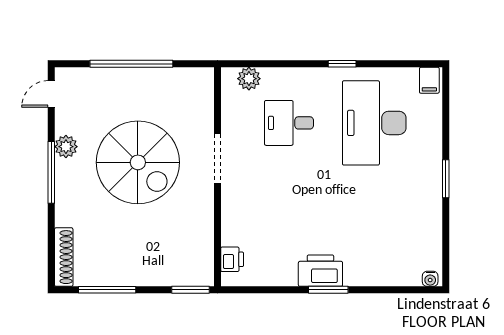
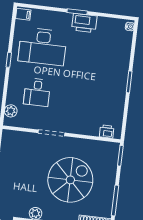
spiral stairs: (138, 162) -> (70, 180), moved
printer: (320, 271) -> (84, 23), moved, turned -90

